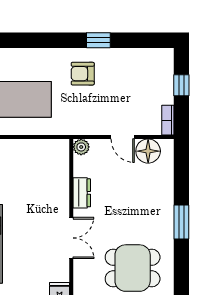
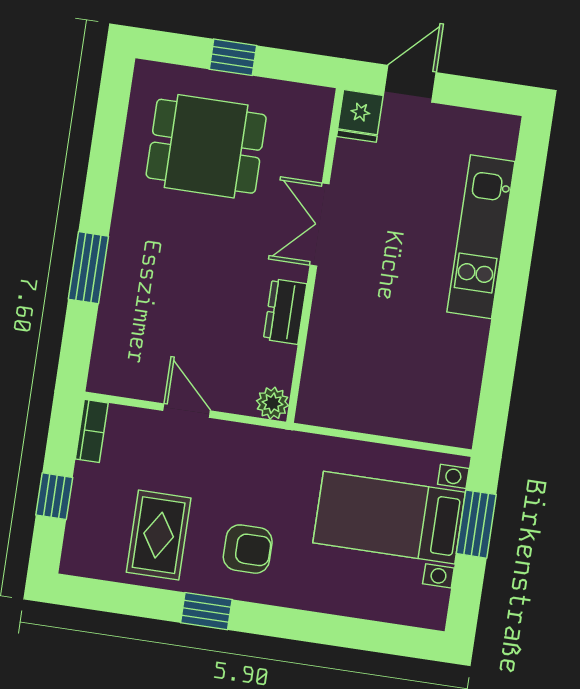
rug: (127, 74) -> (159, 535), added
floor lamp: (148, 151) -> (140, 375), removed
window: (181, 222) -> (88, 268), moved

